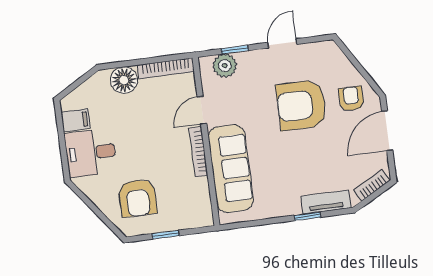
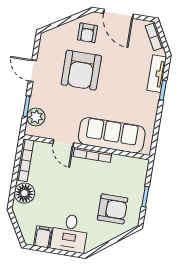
armchair: (351, 99) -> (87, 33), turned -90

